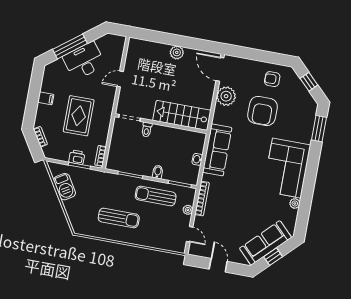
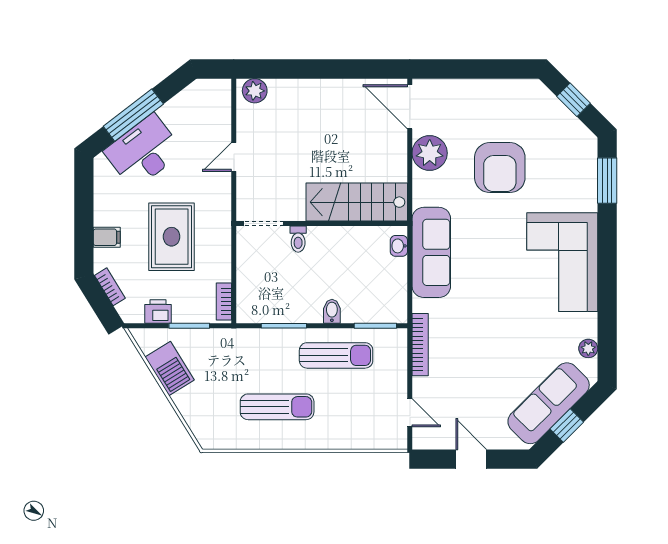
plant: (177, 52) -> (255, 91), moved
desk: (84, 61) -> (143, 152), moved
armchair: (272, 79) -> (507, 107), removed
filing cabinet: (46, 98) -> (107, 237), moved
printer: (77, 157) -> (158, 312), moved
washbasin: (197, 159) -> (399, 246), moved
sun lounger: (156, 196) -> (336, 355), turned 180
plant: (295, 203) -> (588, 348), moved
plant: (188, 210) -> (398, 370), removed

